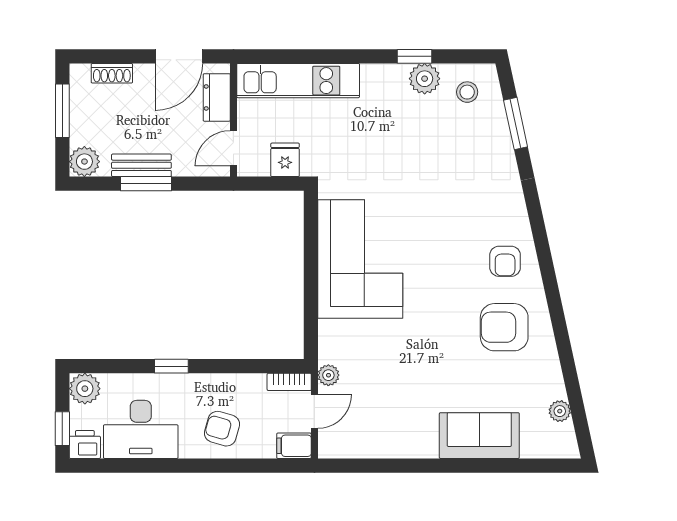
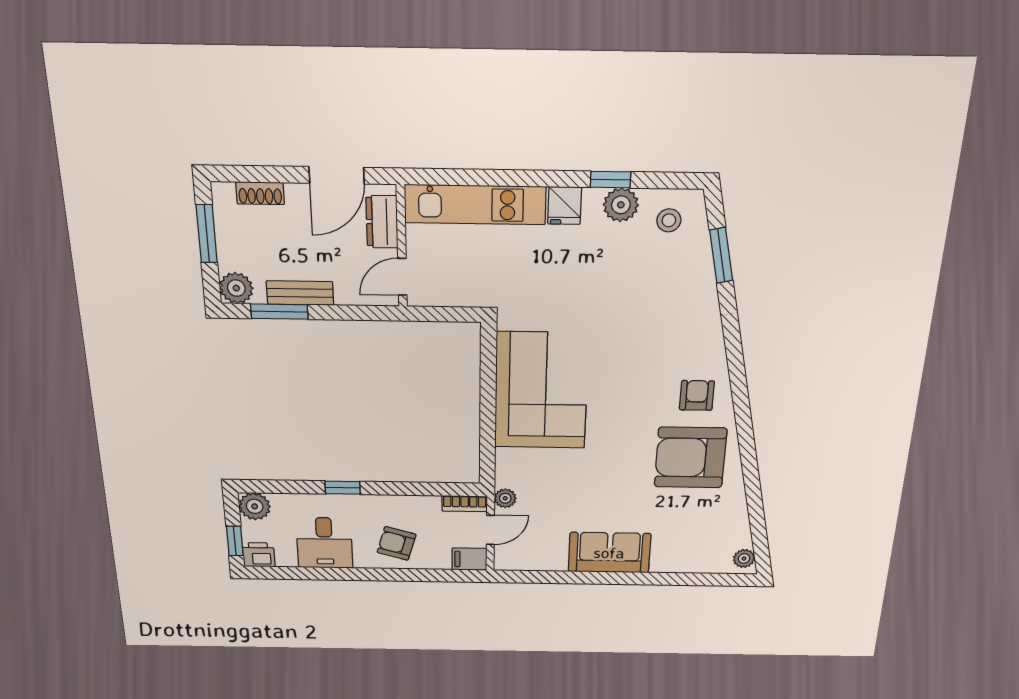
fridge: (285, 160) -> (565, 206), moved, turned 180
window: (146, 184) -> (279, 312), moved
armchair: (505, 261) -> (697, 395), turned 180
armchair: (504, 327) -> (690, 458), width x1.36, depth x1.36
plant: (560, 411) -> (744, 559), moved
desk: (141, 429) -> (324, 543), width x0.73
sofa: (479, 436) -> (609, 553), moved

